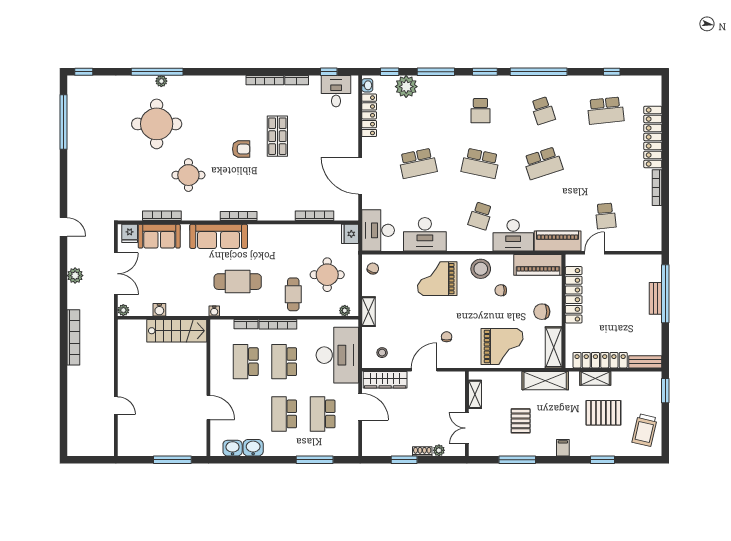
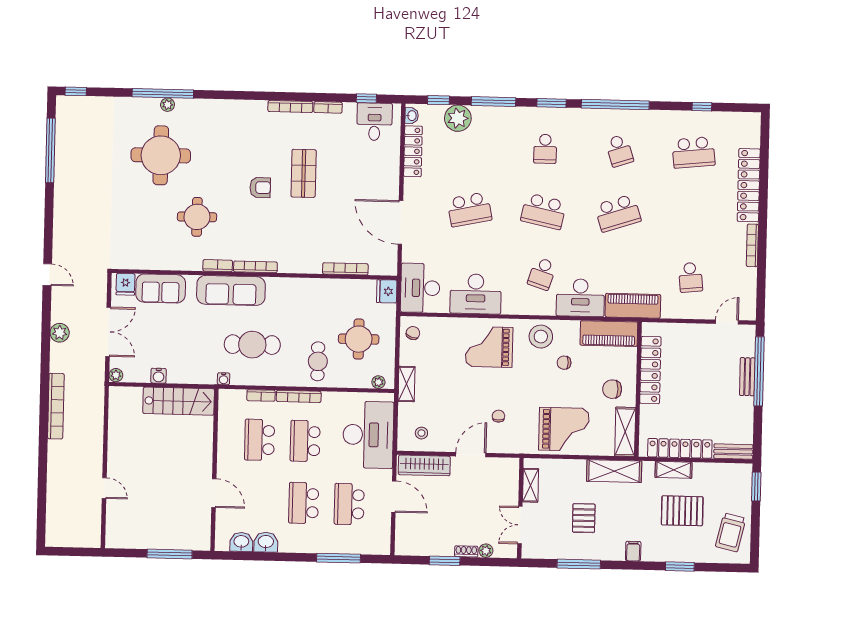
bookcase: (162, 216) -> (218, 266), moved, width x0.64
door: (594, 253) -> (727, 322), moved

